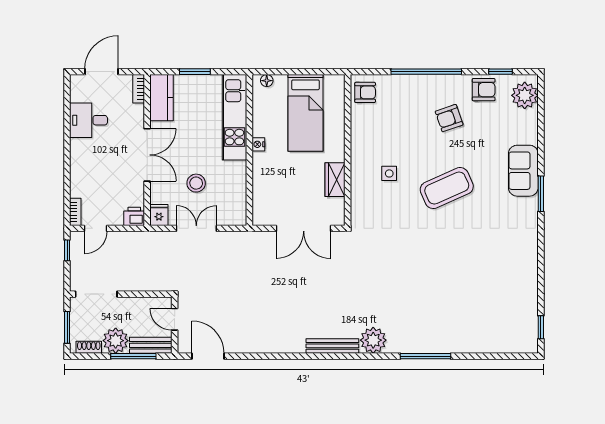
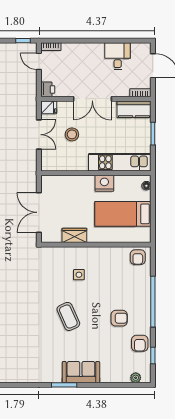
plant: (525, 95) -> (136, 378), width x0.53, depth x0.53
armchair: (449, 118) -> (119, 318), turned 109
nightstand: (258, 144) -> (104, 183), width x1.89, depth x1.79
coffee table: (447, 188) -> (68, 316), width x0.73, depth x0.76

